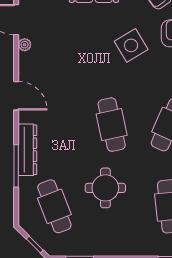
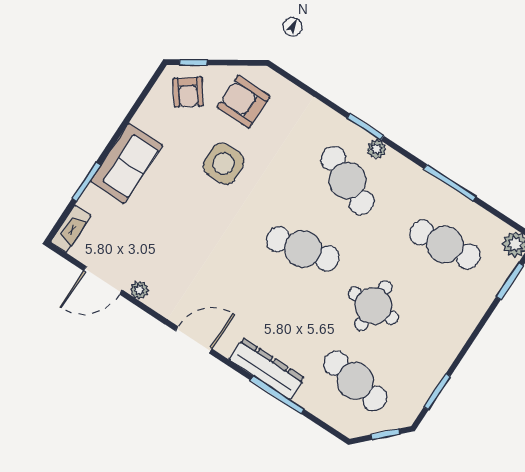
side table: (131, 45) -> (224, 164), turned 31
cafe table: (54, 206) -> (355, 381), turned 30

